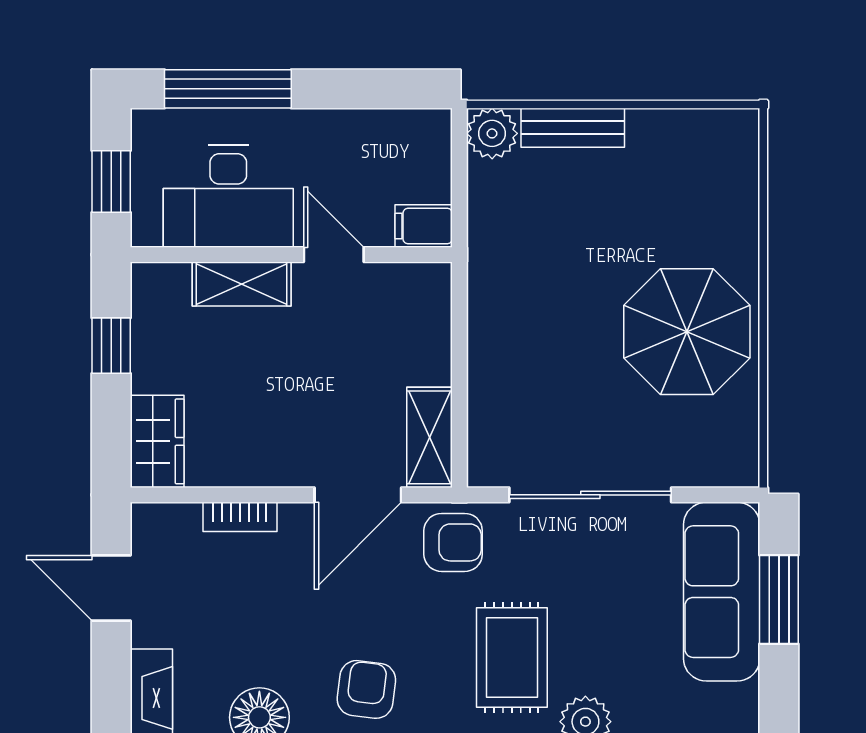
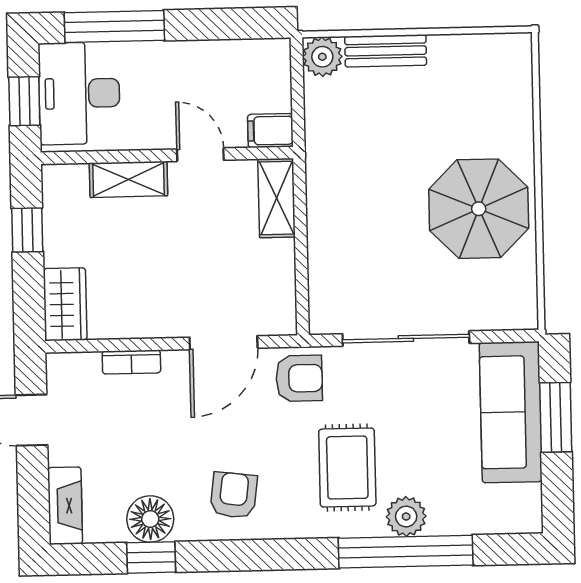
desk: (228, 196) -> (79, 93), moved, turned 90
shelving: (430, 437) -> (277, 198), moved

